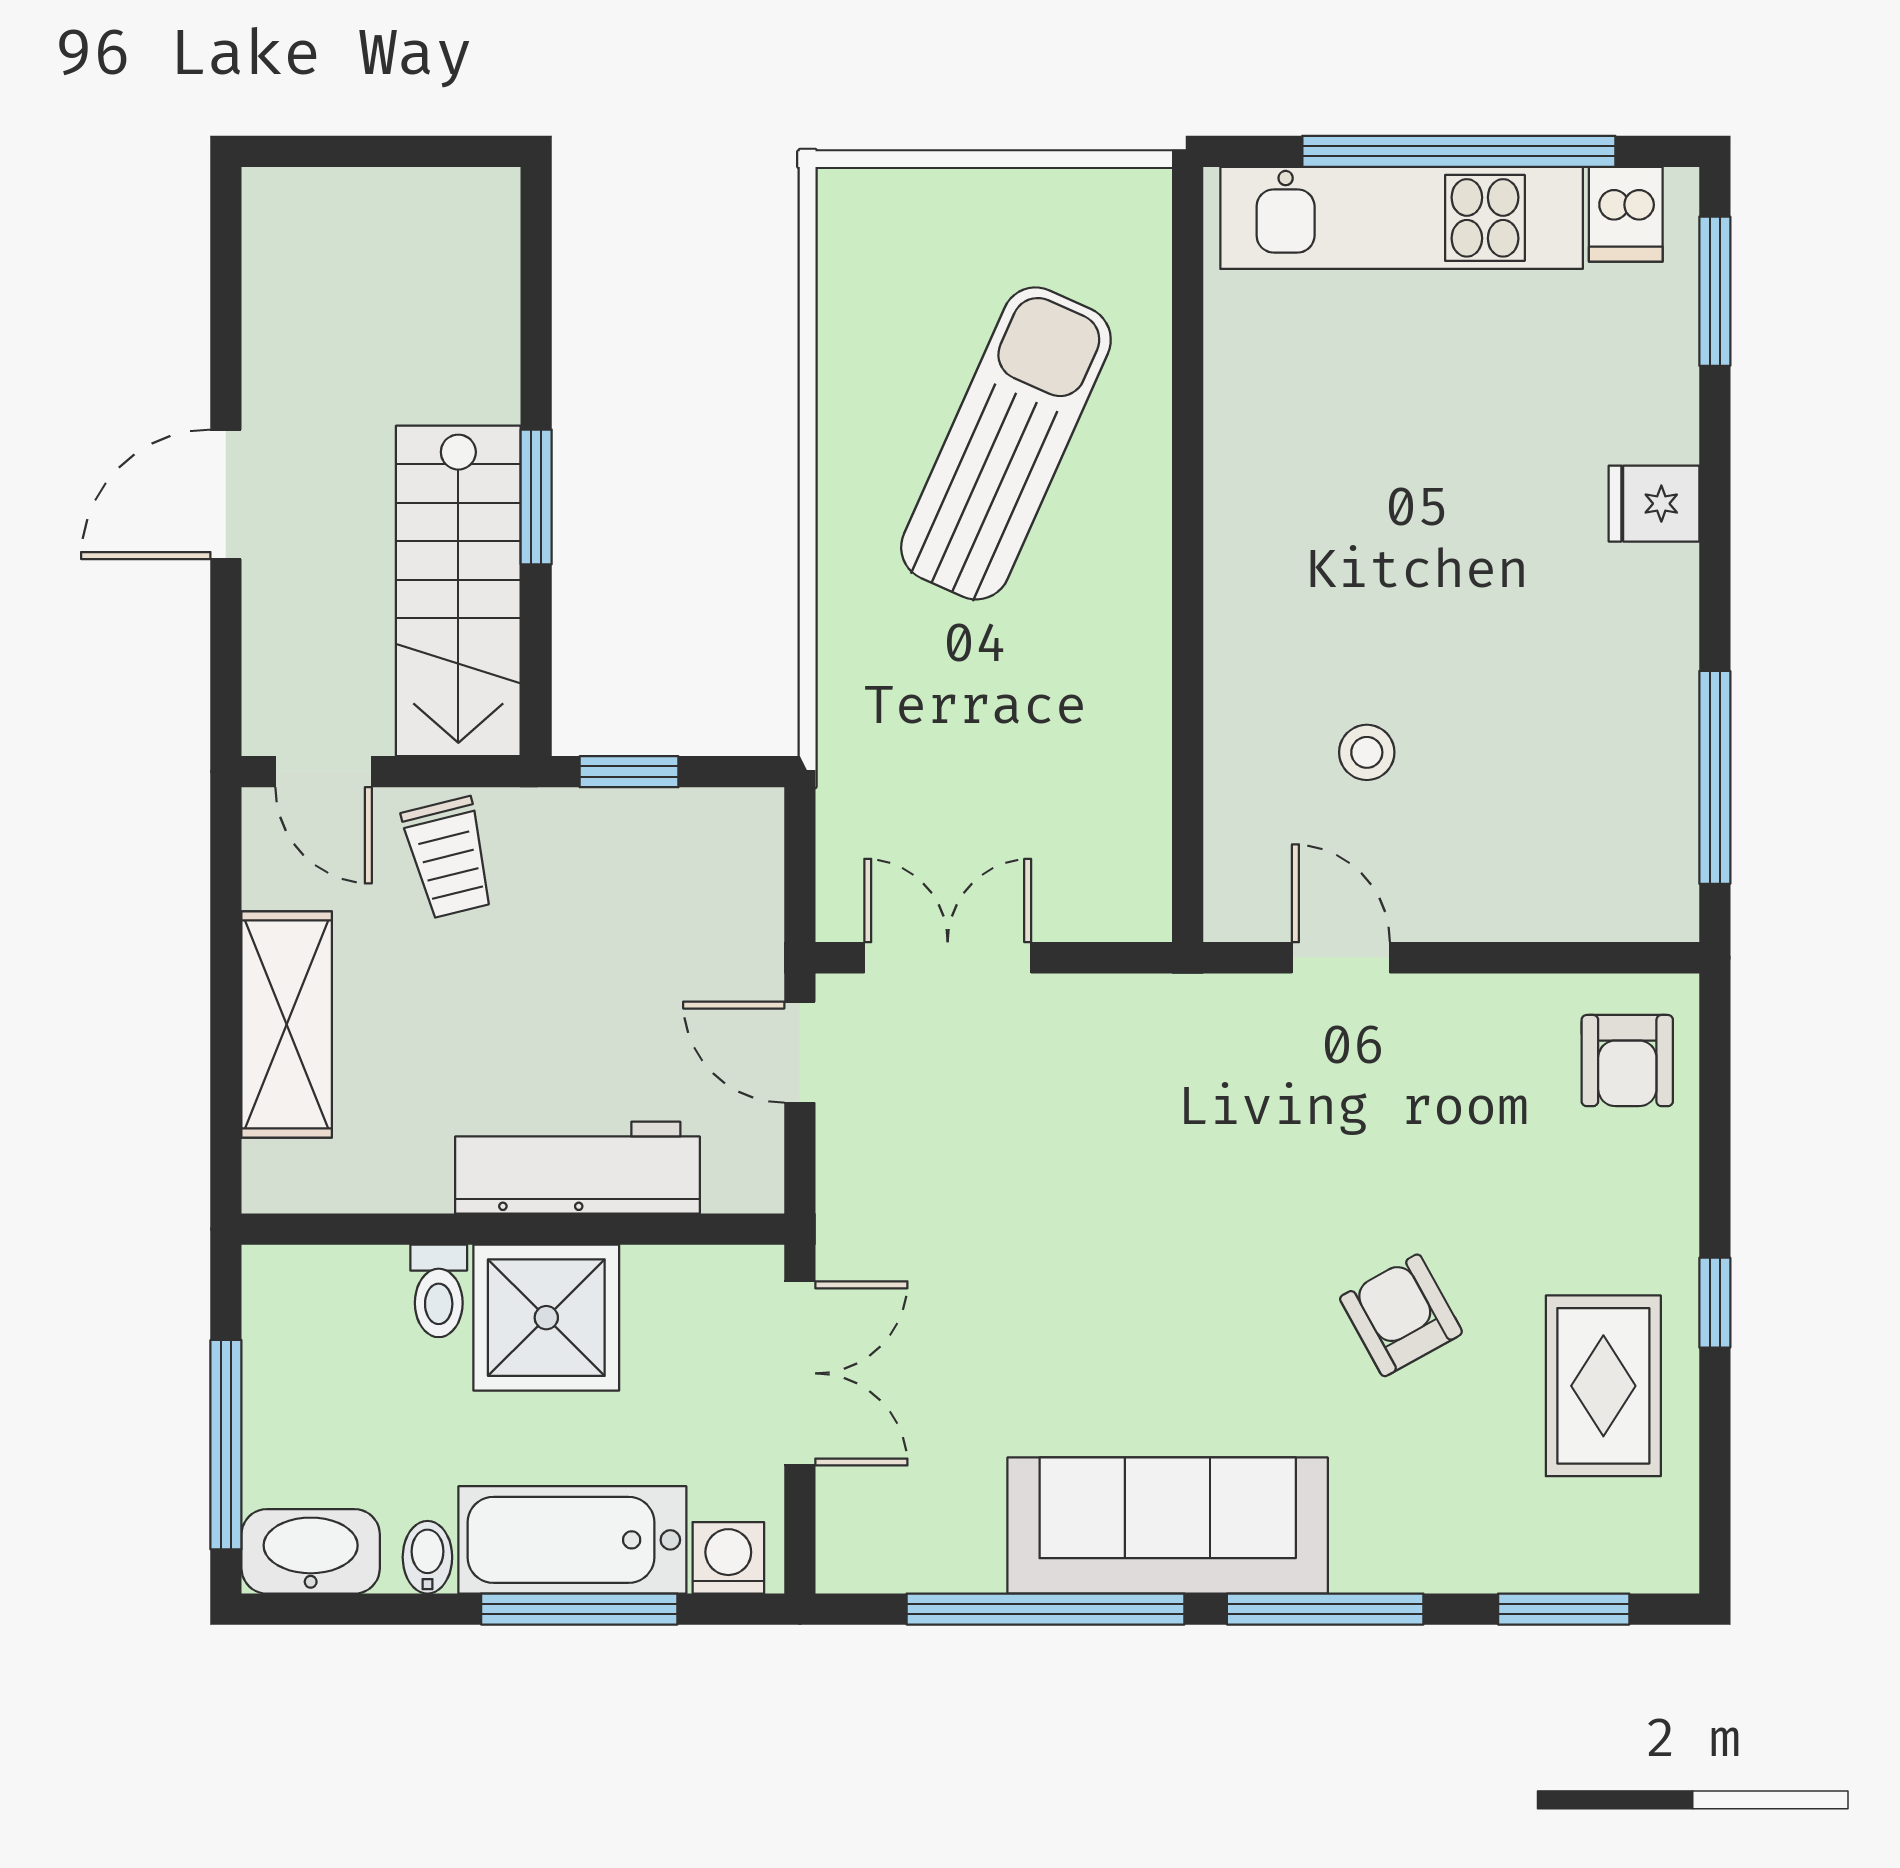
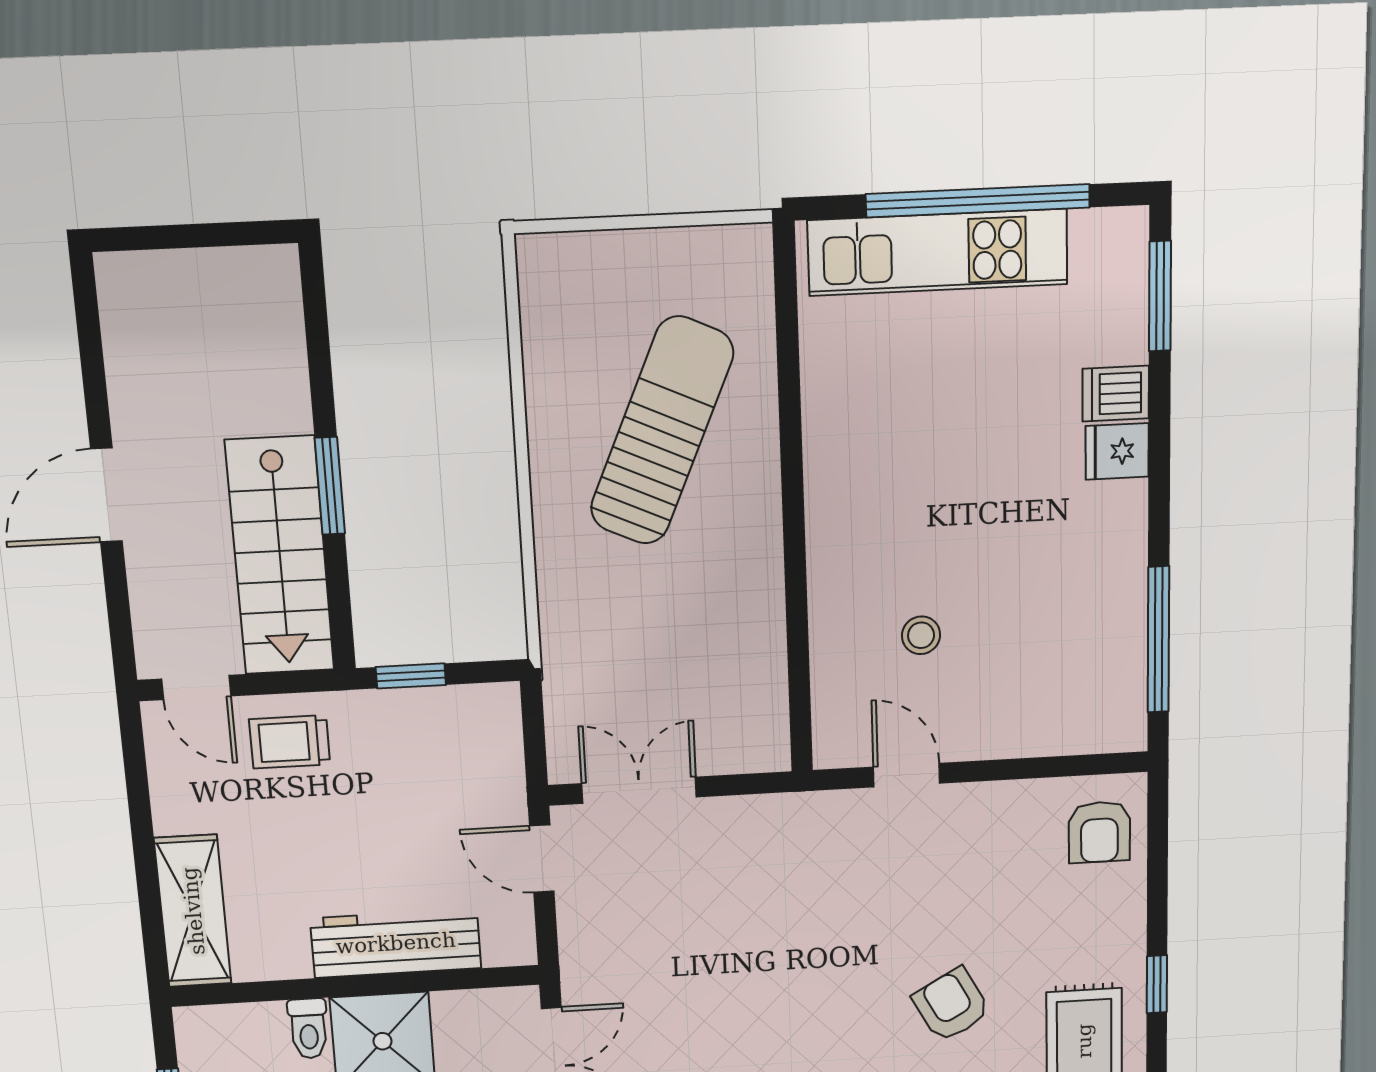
dishwasher: (1626, 214) -> (1116, 394), moved, turned 90
trolley: (449, 858) -> (290, 742), turned 104
shelving: (287, 1024) -> (193, 911), moved

